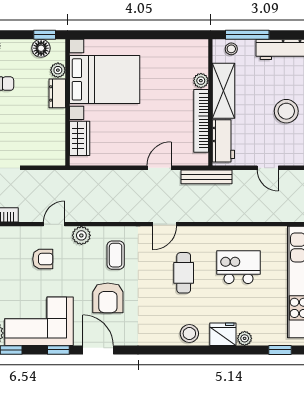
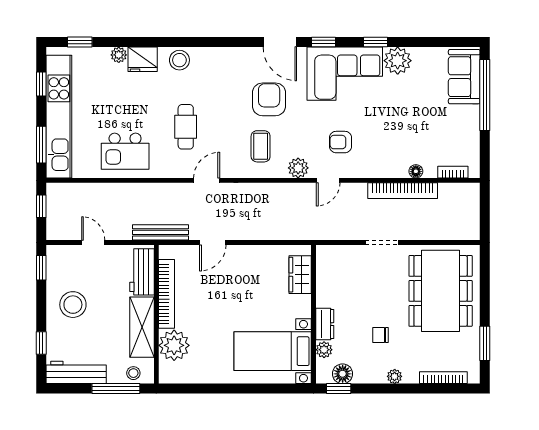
bed with nightstands: (105, 79) -> (273, 351), width x0.73
plant: (201, 81) -> (174, 345), width x1.87, depth x1.87
kitchen island: (238, 267) -> (125, 151), moved

